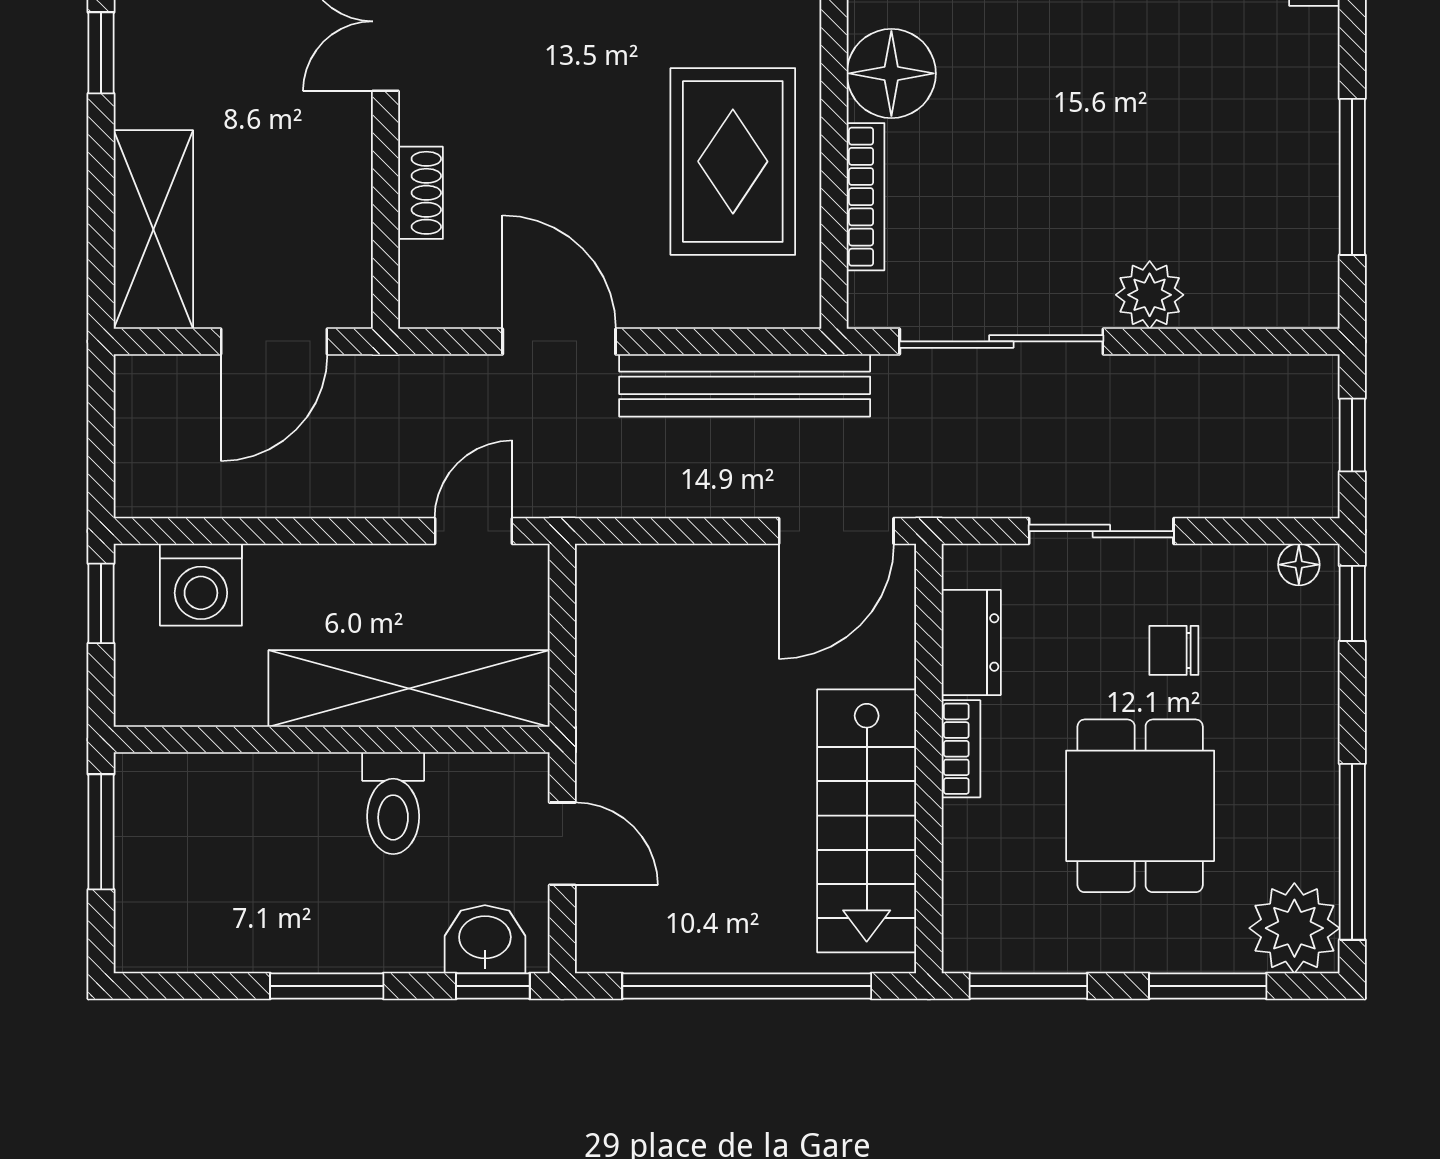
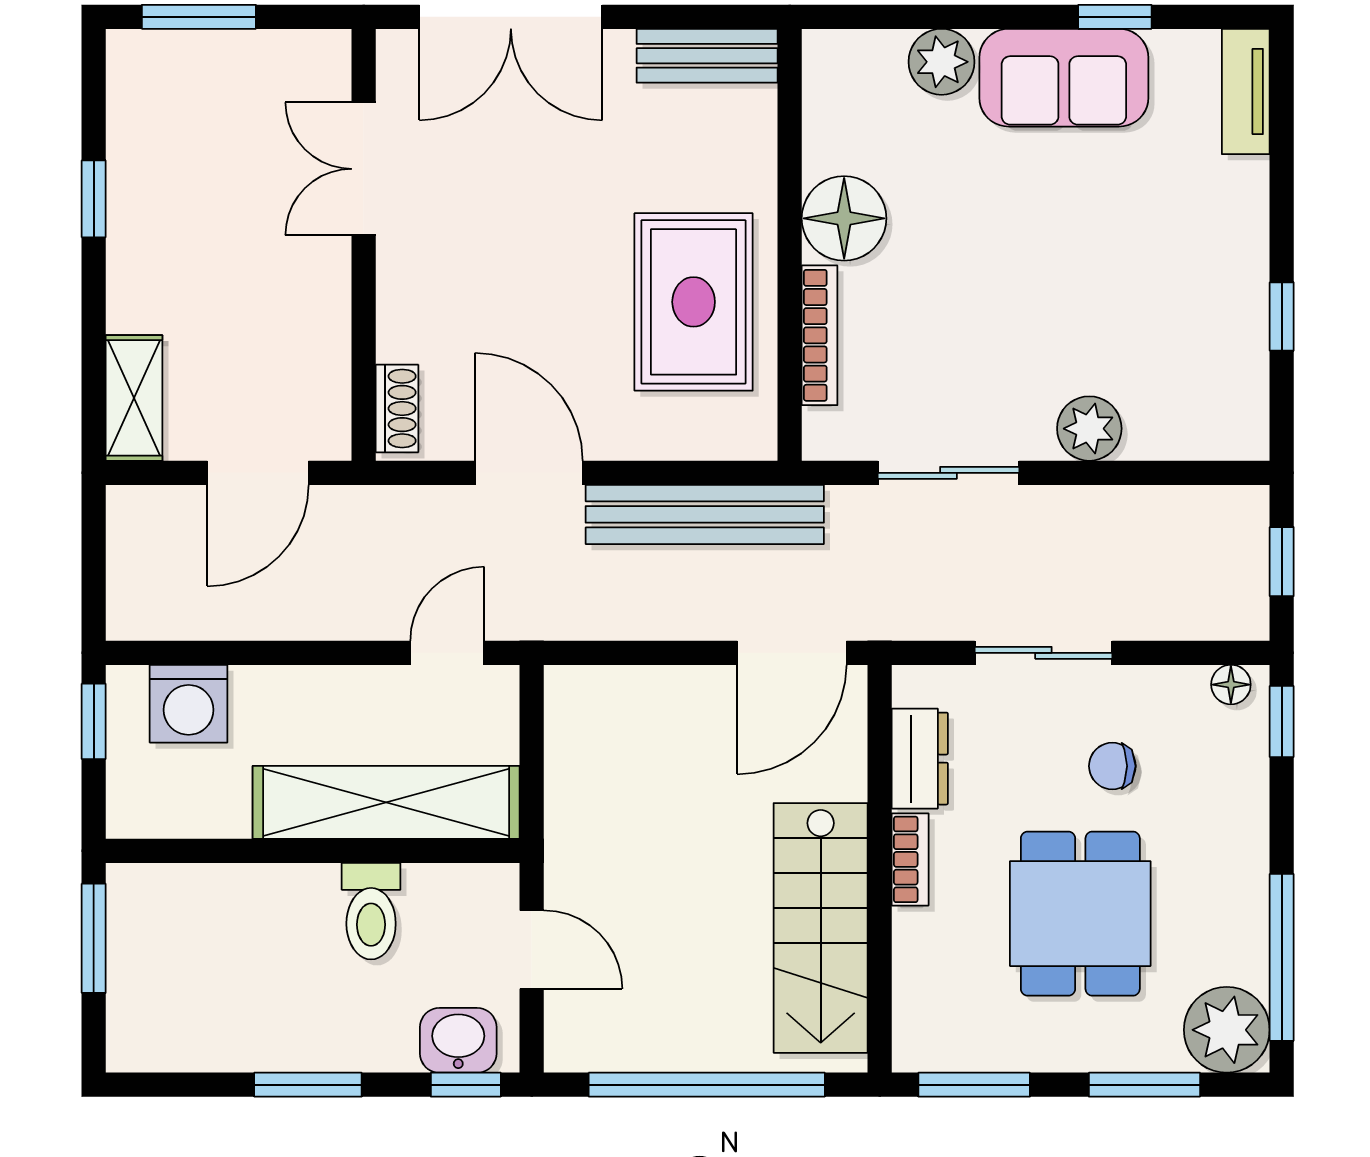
window: (1352, 177) -> (1282, 316), width x0.46
shoe rack: (420, 193) -> (397, 408), moved
shelving: (153, 230) -> (134, 398), width x0.67, depth x0.75
sliding door: (1001, 341) -> (949, 473), width x0.73

